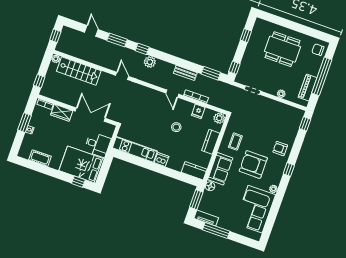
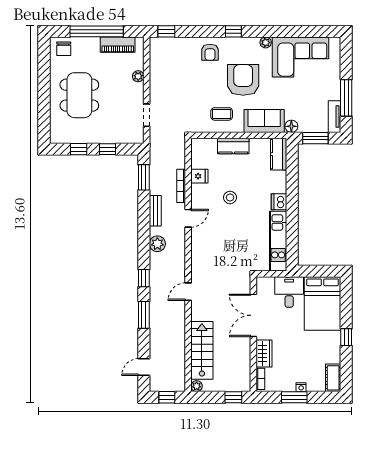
door: (91, 31) -> (144, 367), moved
plant: (150, 62) -> (157, 244), moved
window: (234, 68) -> (107, 149), moved
plant: (219, 118) -> (199, 146), removed
cot: (40, 158) -> (333, 378), moved
armchair: (253, 164) -> (243, 80), turned 180
window: (78, 182) -> (346, 337), moved

